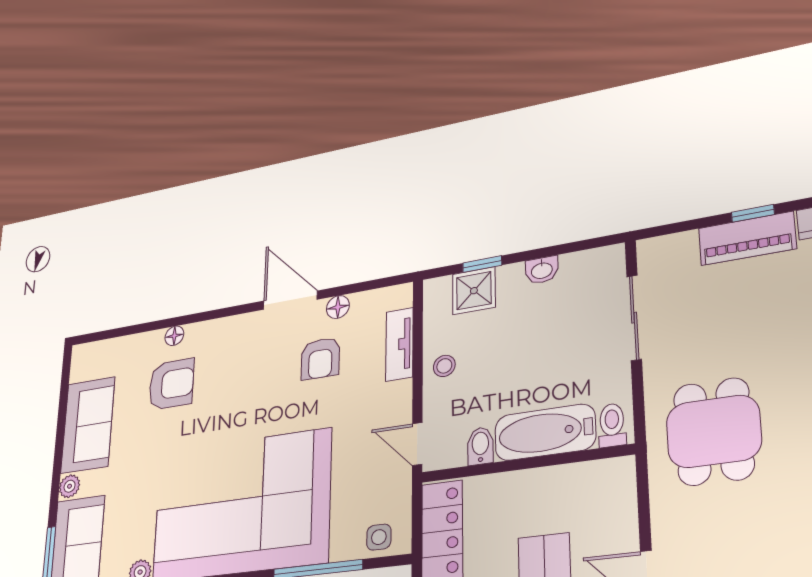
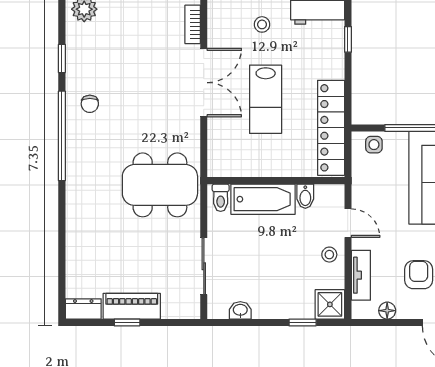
washbasin: (542, 270) -> (240, 310), moved
shower: (474, 291) -> (330, 304), moved
floor lamp: (338, 307) -> (387, 311), moved
dining table: (714, 431) -> (160, 185), width x1.37
door: (417, 444) -> (348, 223), moved

